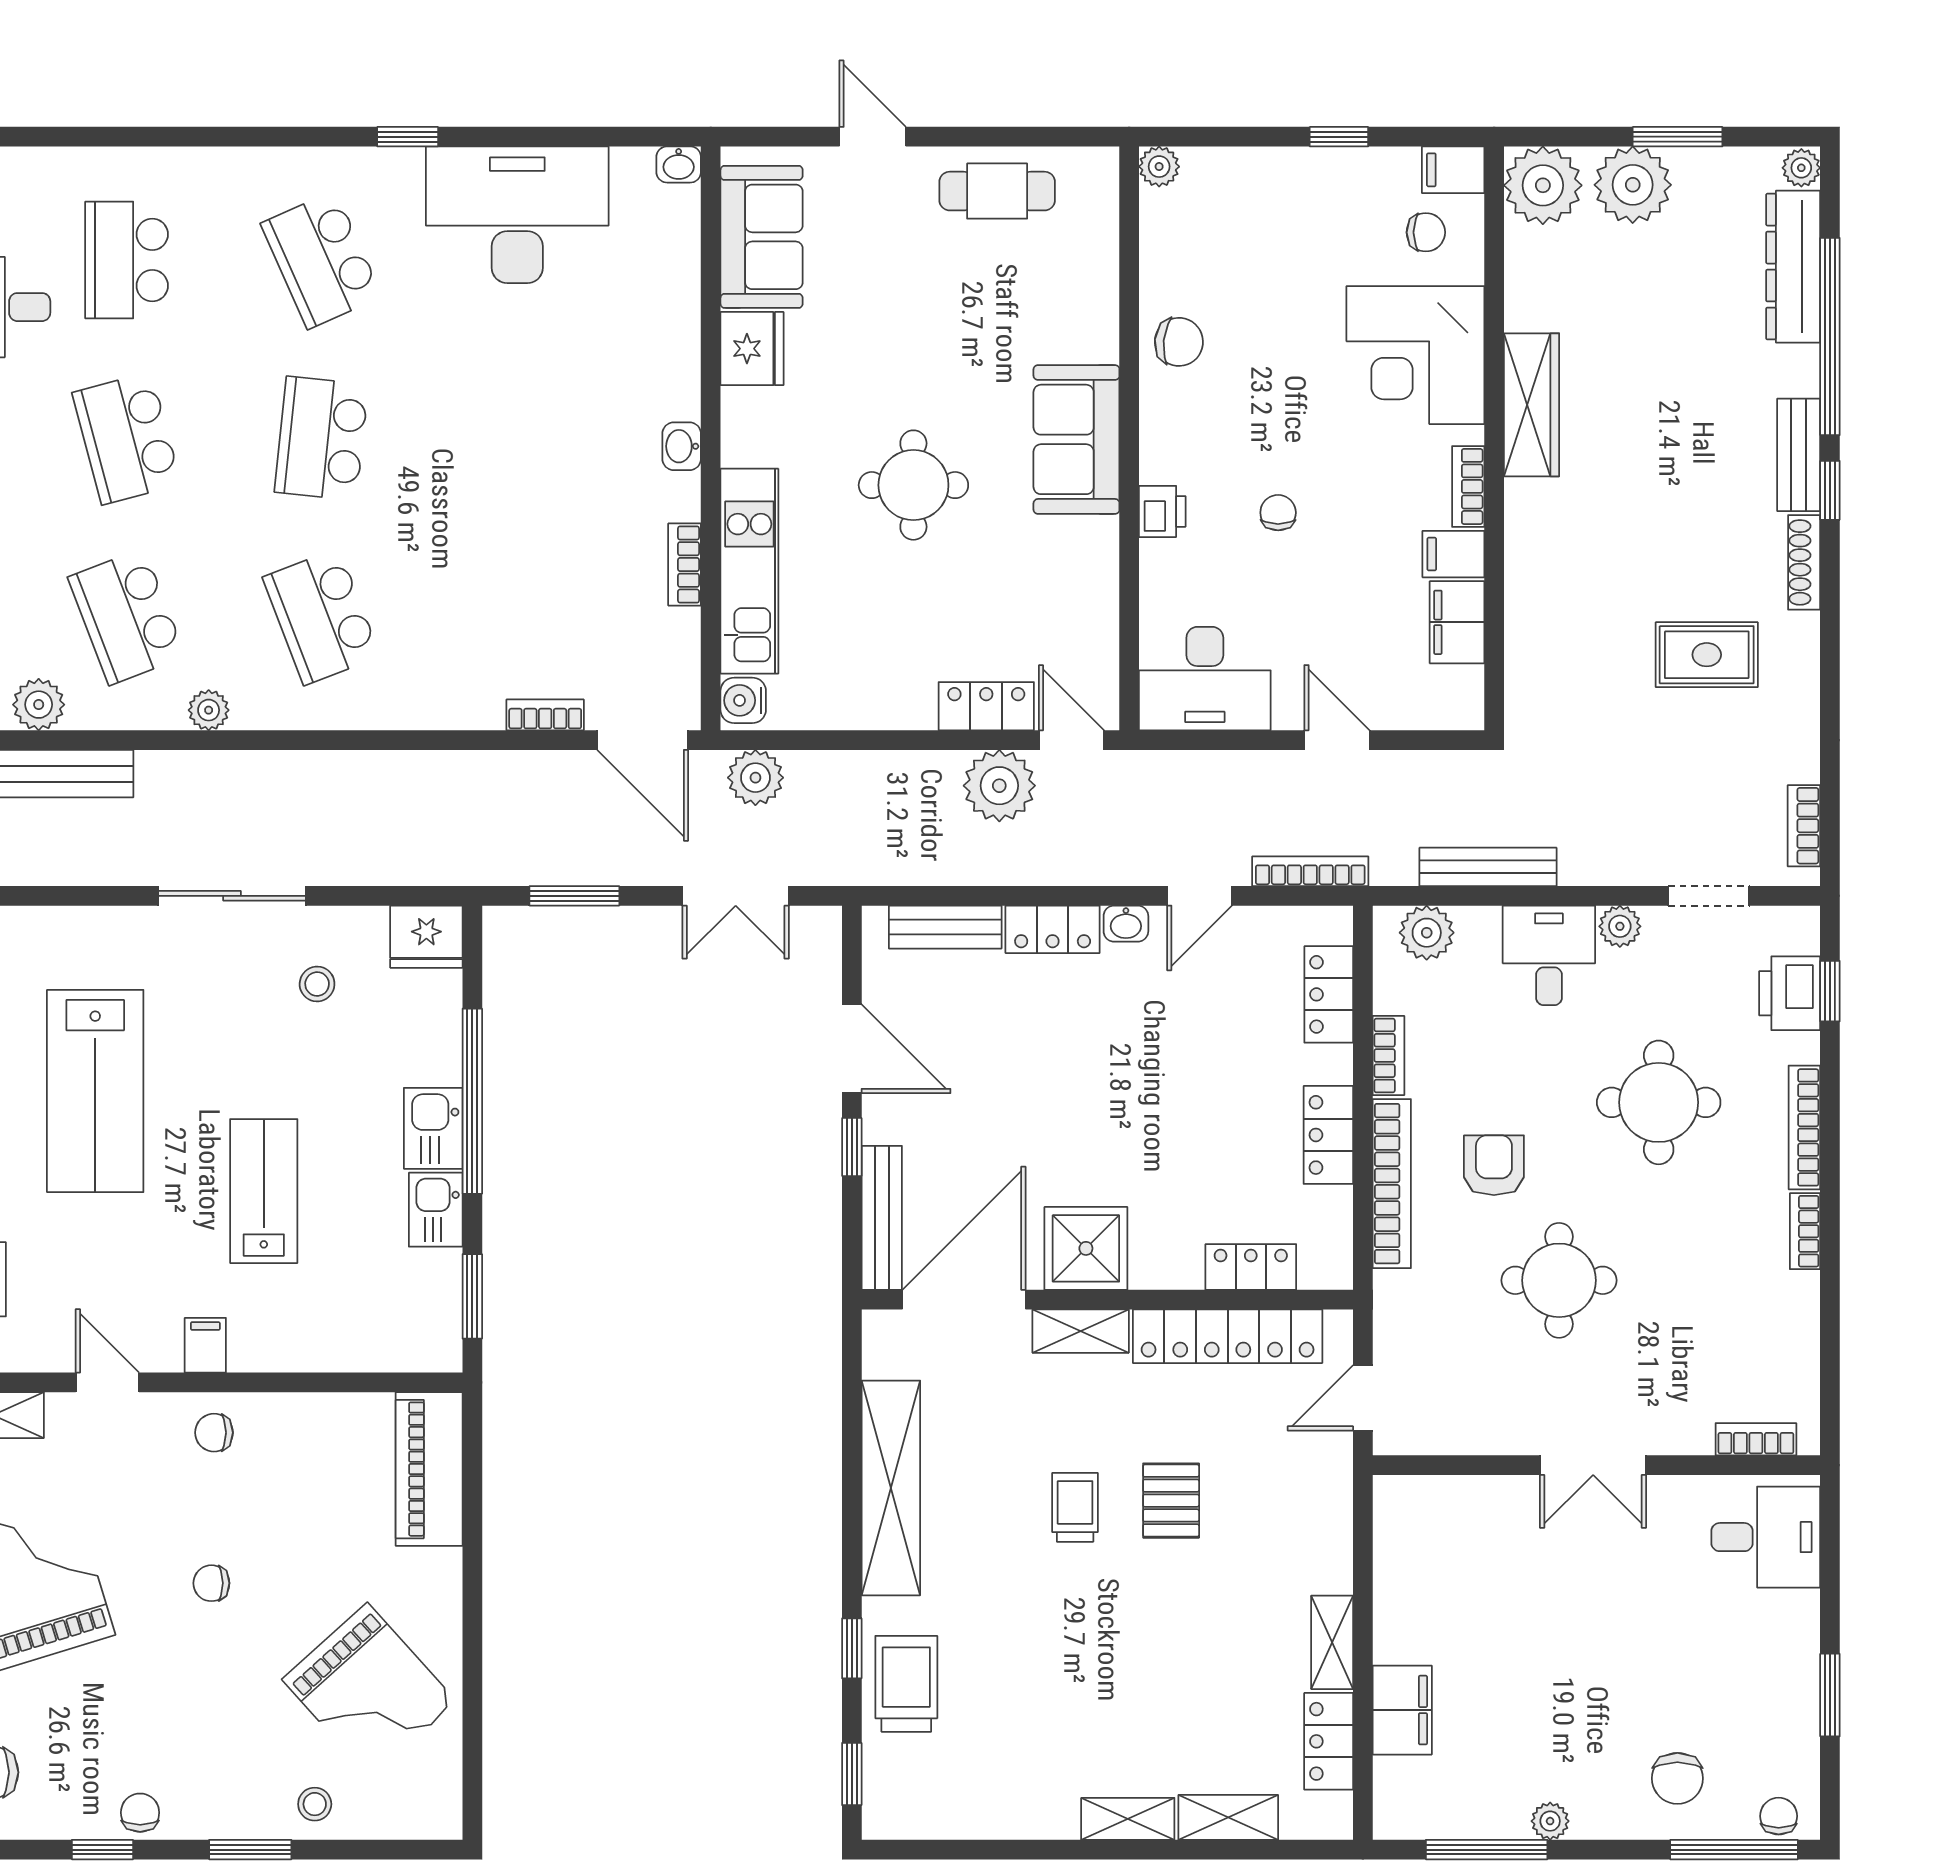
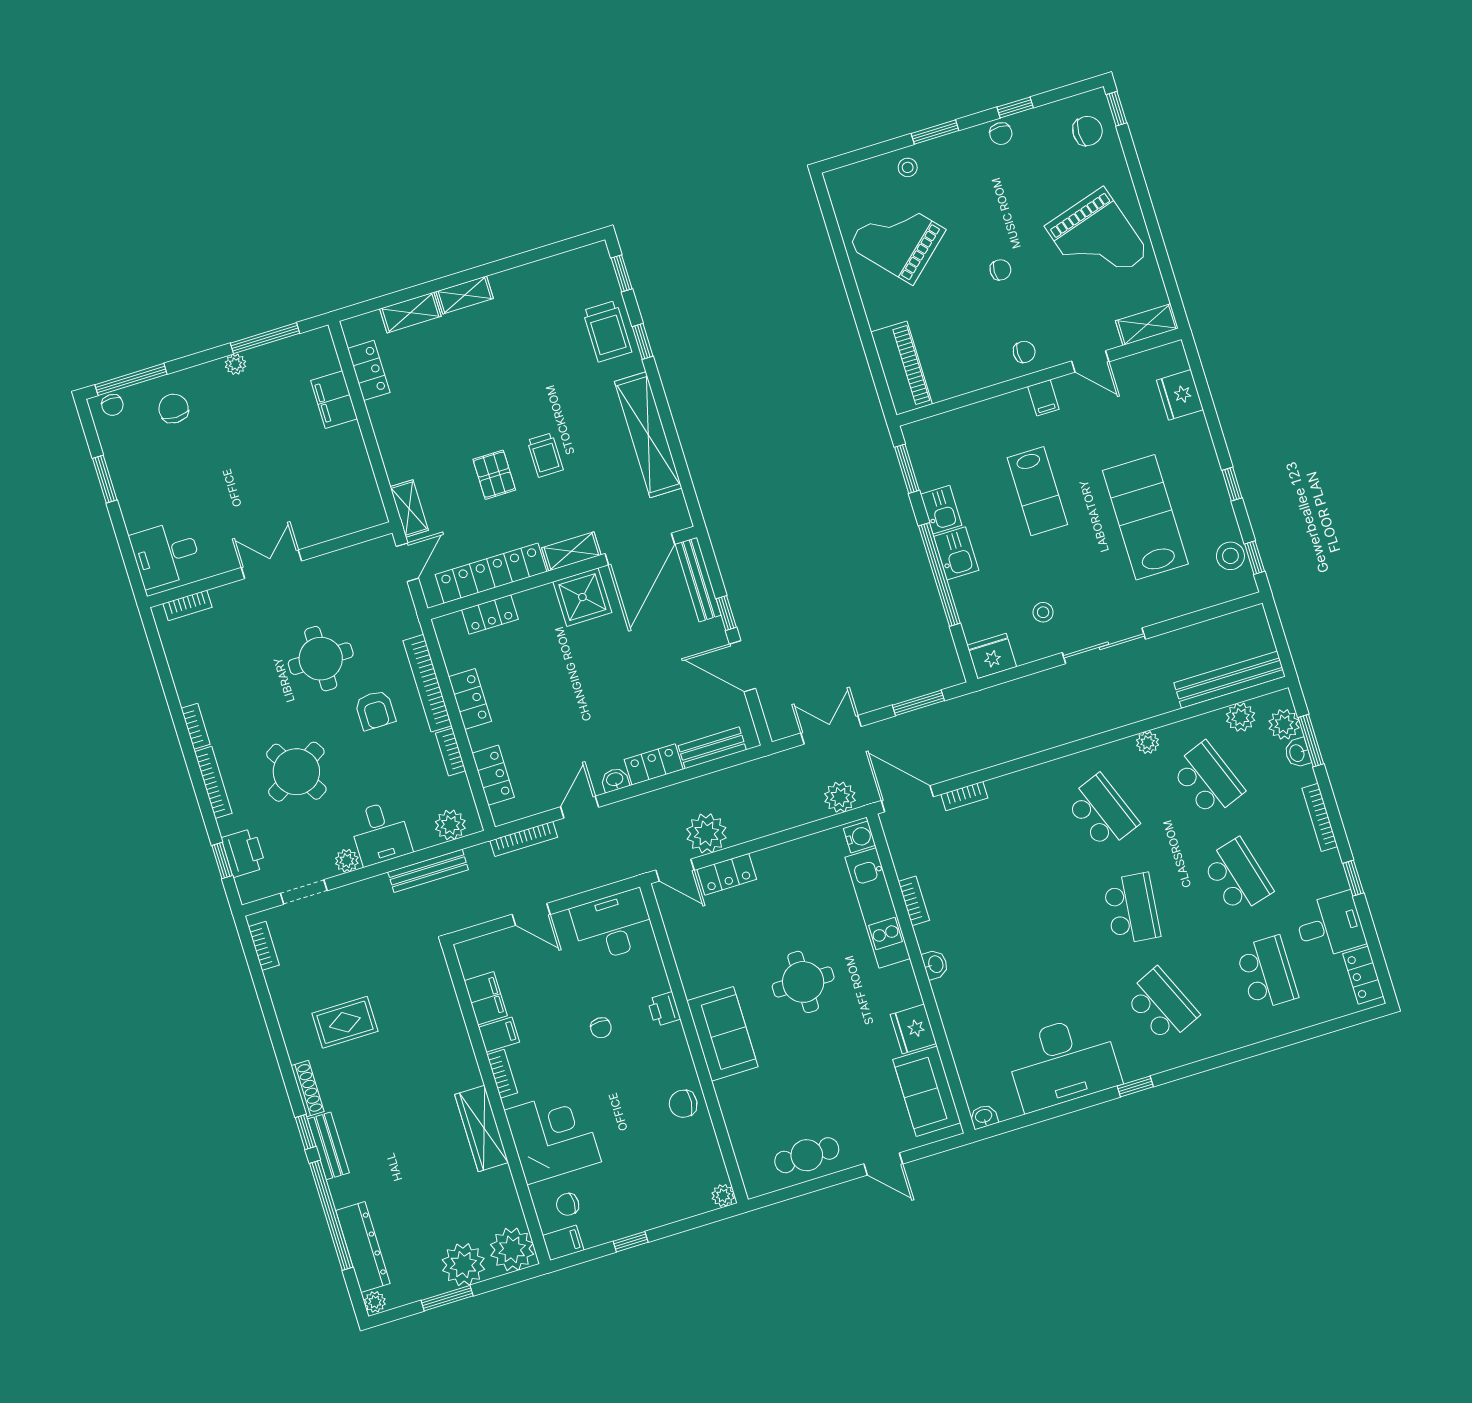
round table: (1659, 1102) -> (296, 772), turned -31
shelving: (1332, 1642) -> (409, 509), moved

